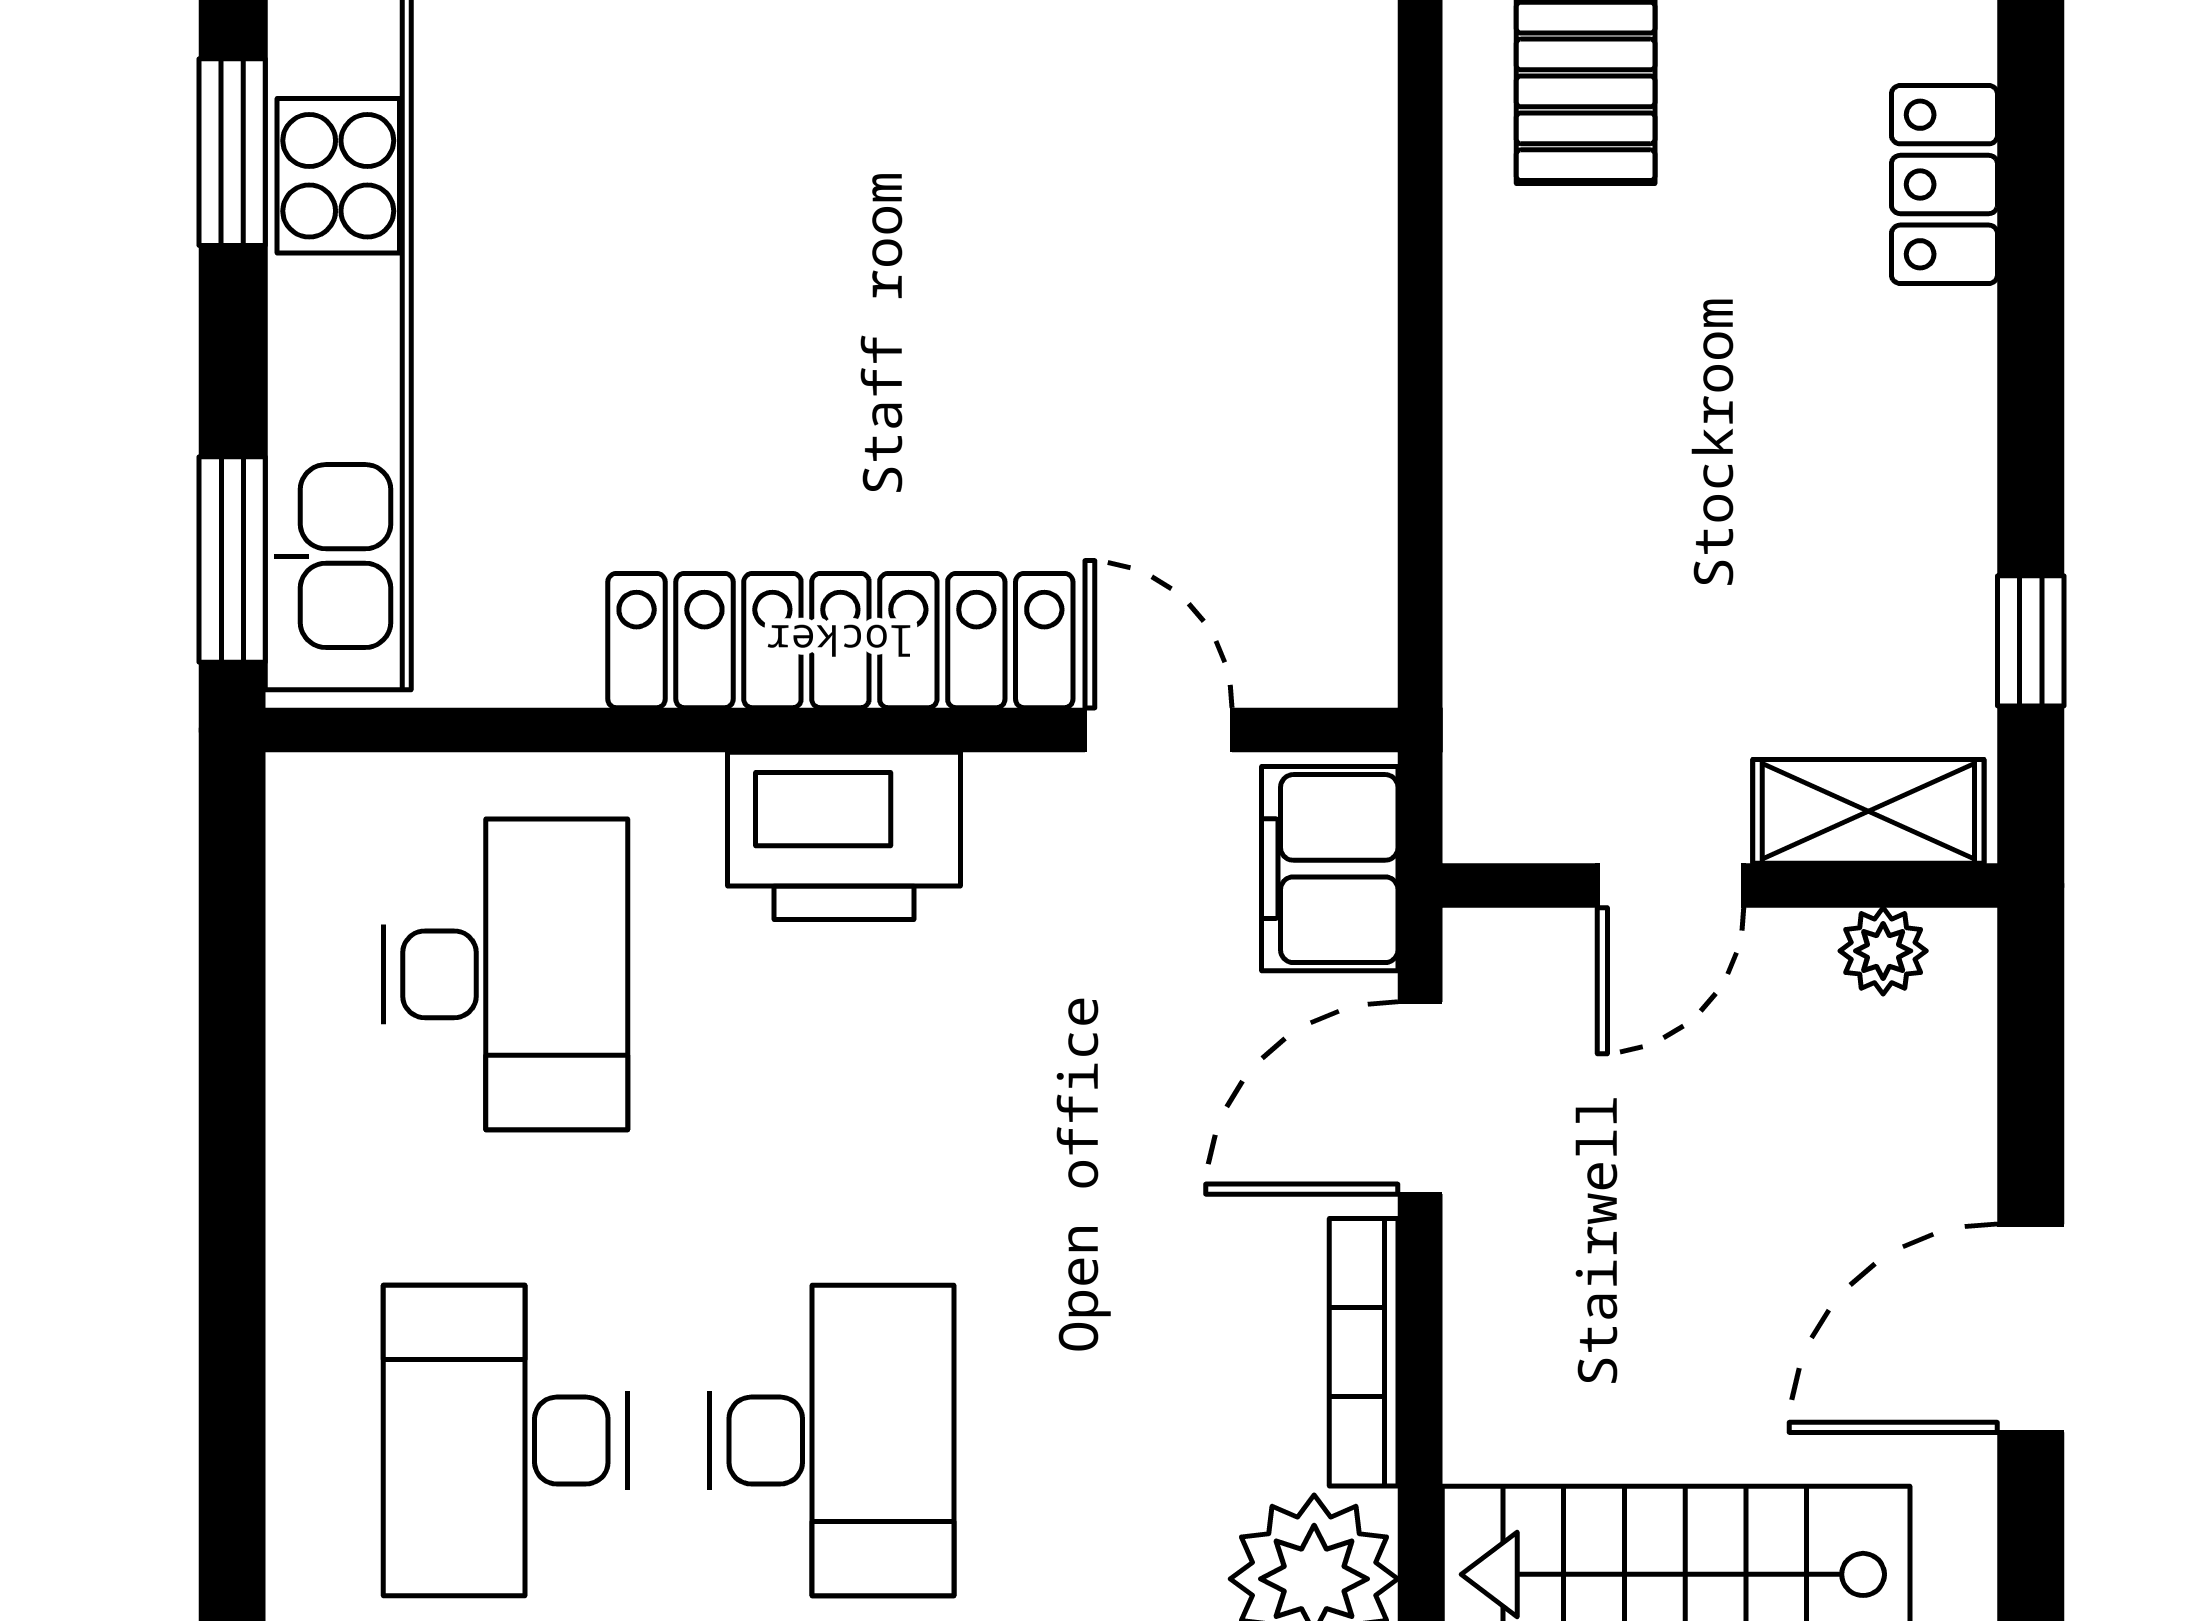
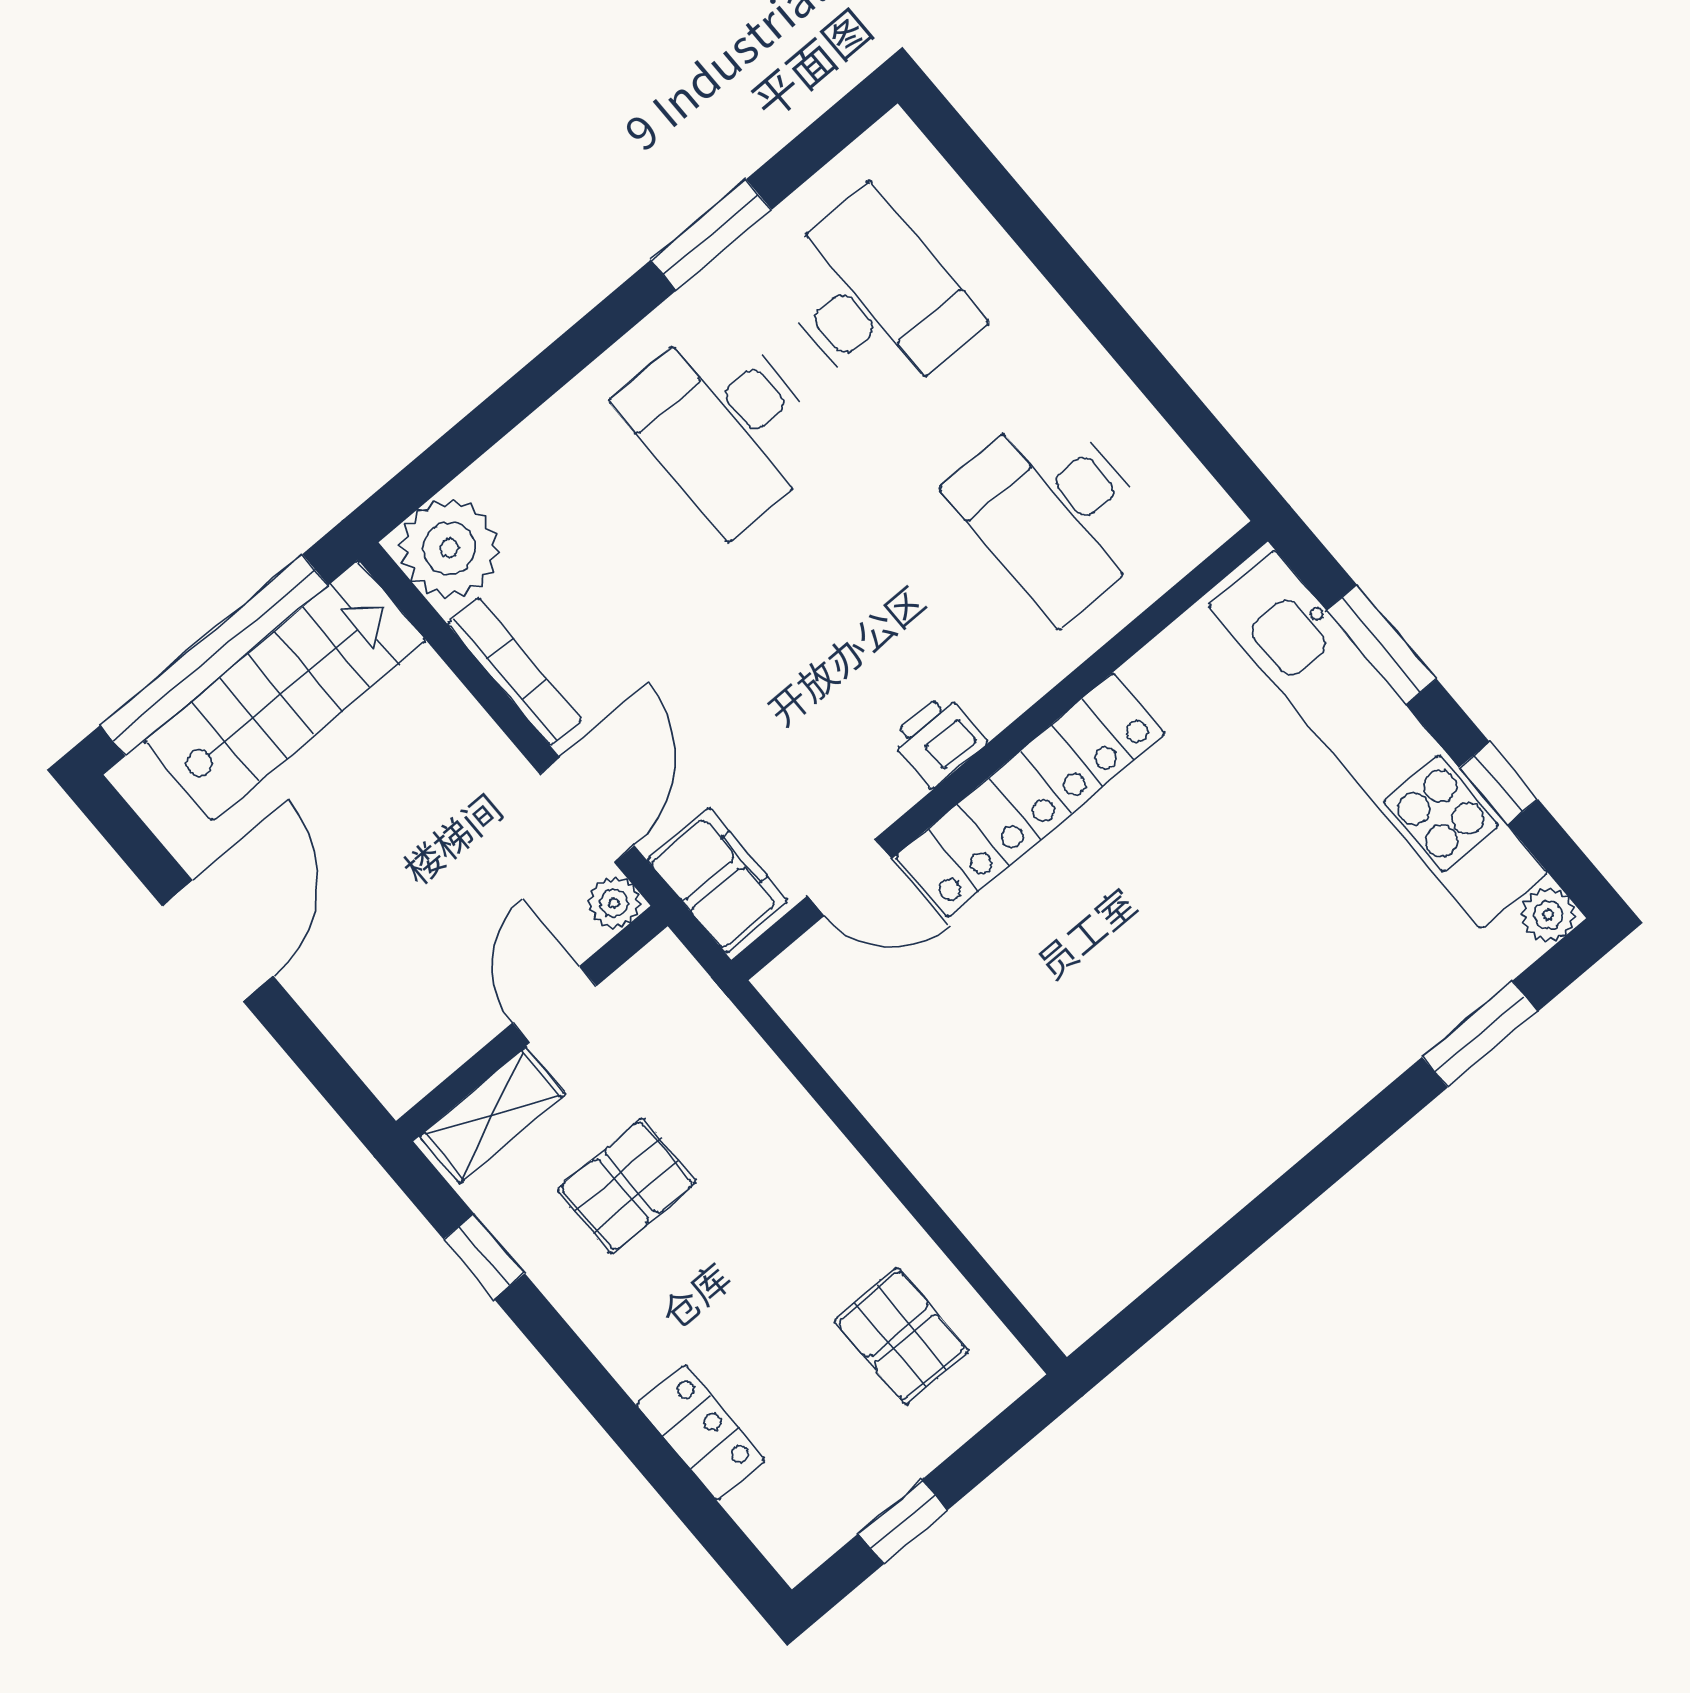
window: (232, 152) -> (1499, 783), width x0.67
window: (232, 560) -> (1381, 645), moved
pallet: (1774, 577) -> (627, 1186), added
printer: (844, 836) -> (938, 740), width x0.53, depth x0.68
plant: (1883, 951) -> (614, 903), moved

